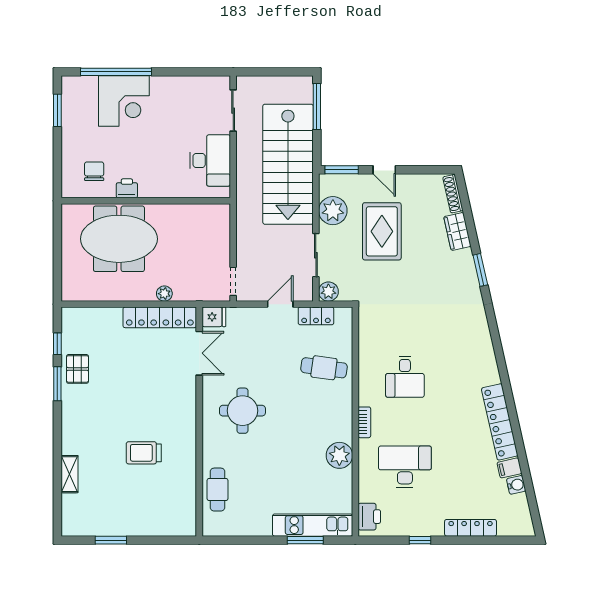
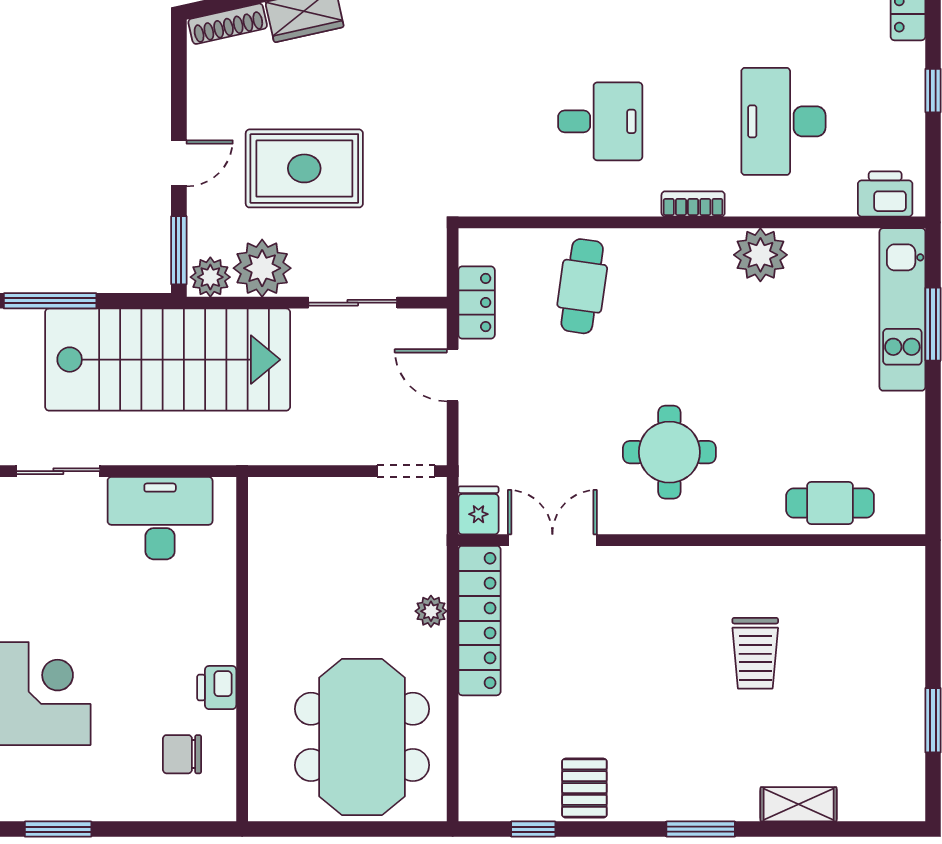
meeting table: (119, 239) -> (362, 737), moved
plant: (328, 292) -> (210, 277), moved
pallet: (77, 369) -> (584, 788), turned 90
window: (57, 384) -> (701, 829), moved

